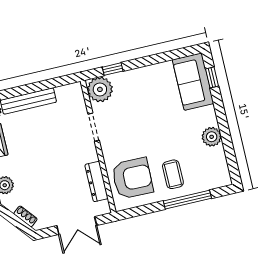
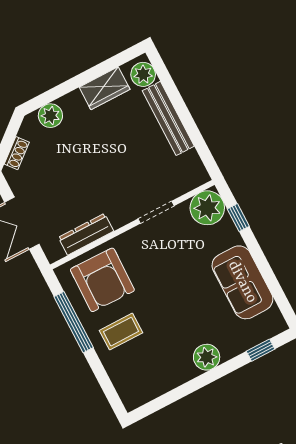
sofa: (193, 82) -> (242, 282), moved, turned -90
plant: (212, 137) -> (207, 357), moved
window: (187, 200) -> (74, 322), moved

